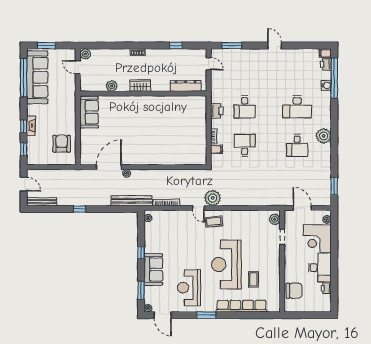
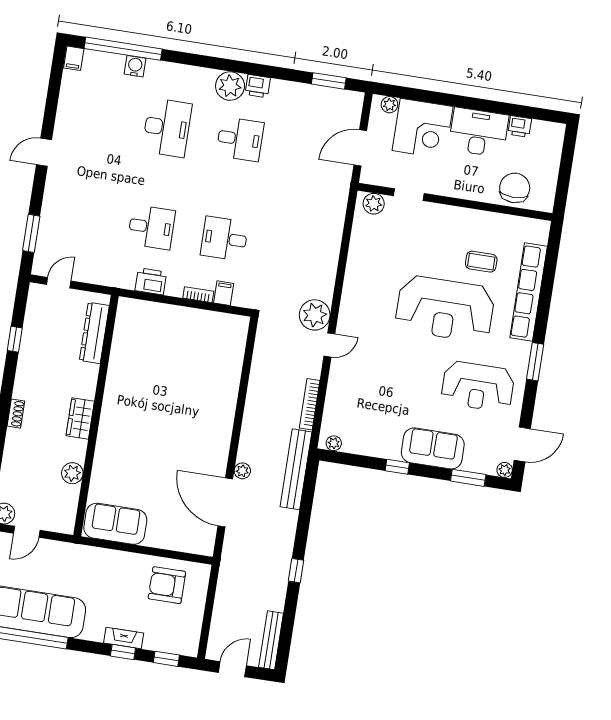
printer: (326, 64) -> (258, 86), moved
coffee table: (214, 222) -> (360, 320), removed

